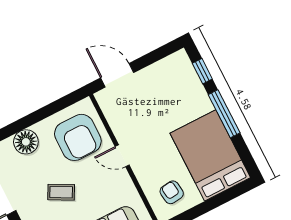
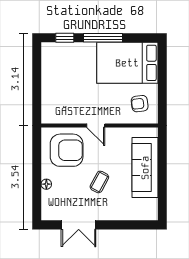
door: (117, 75) -> (37, 100), removed
floor lamp: (26, 142) -> (46, 184), width x0.53, depth x0.53
door: (122, 156) -> (96, 126), hinge flipped

